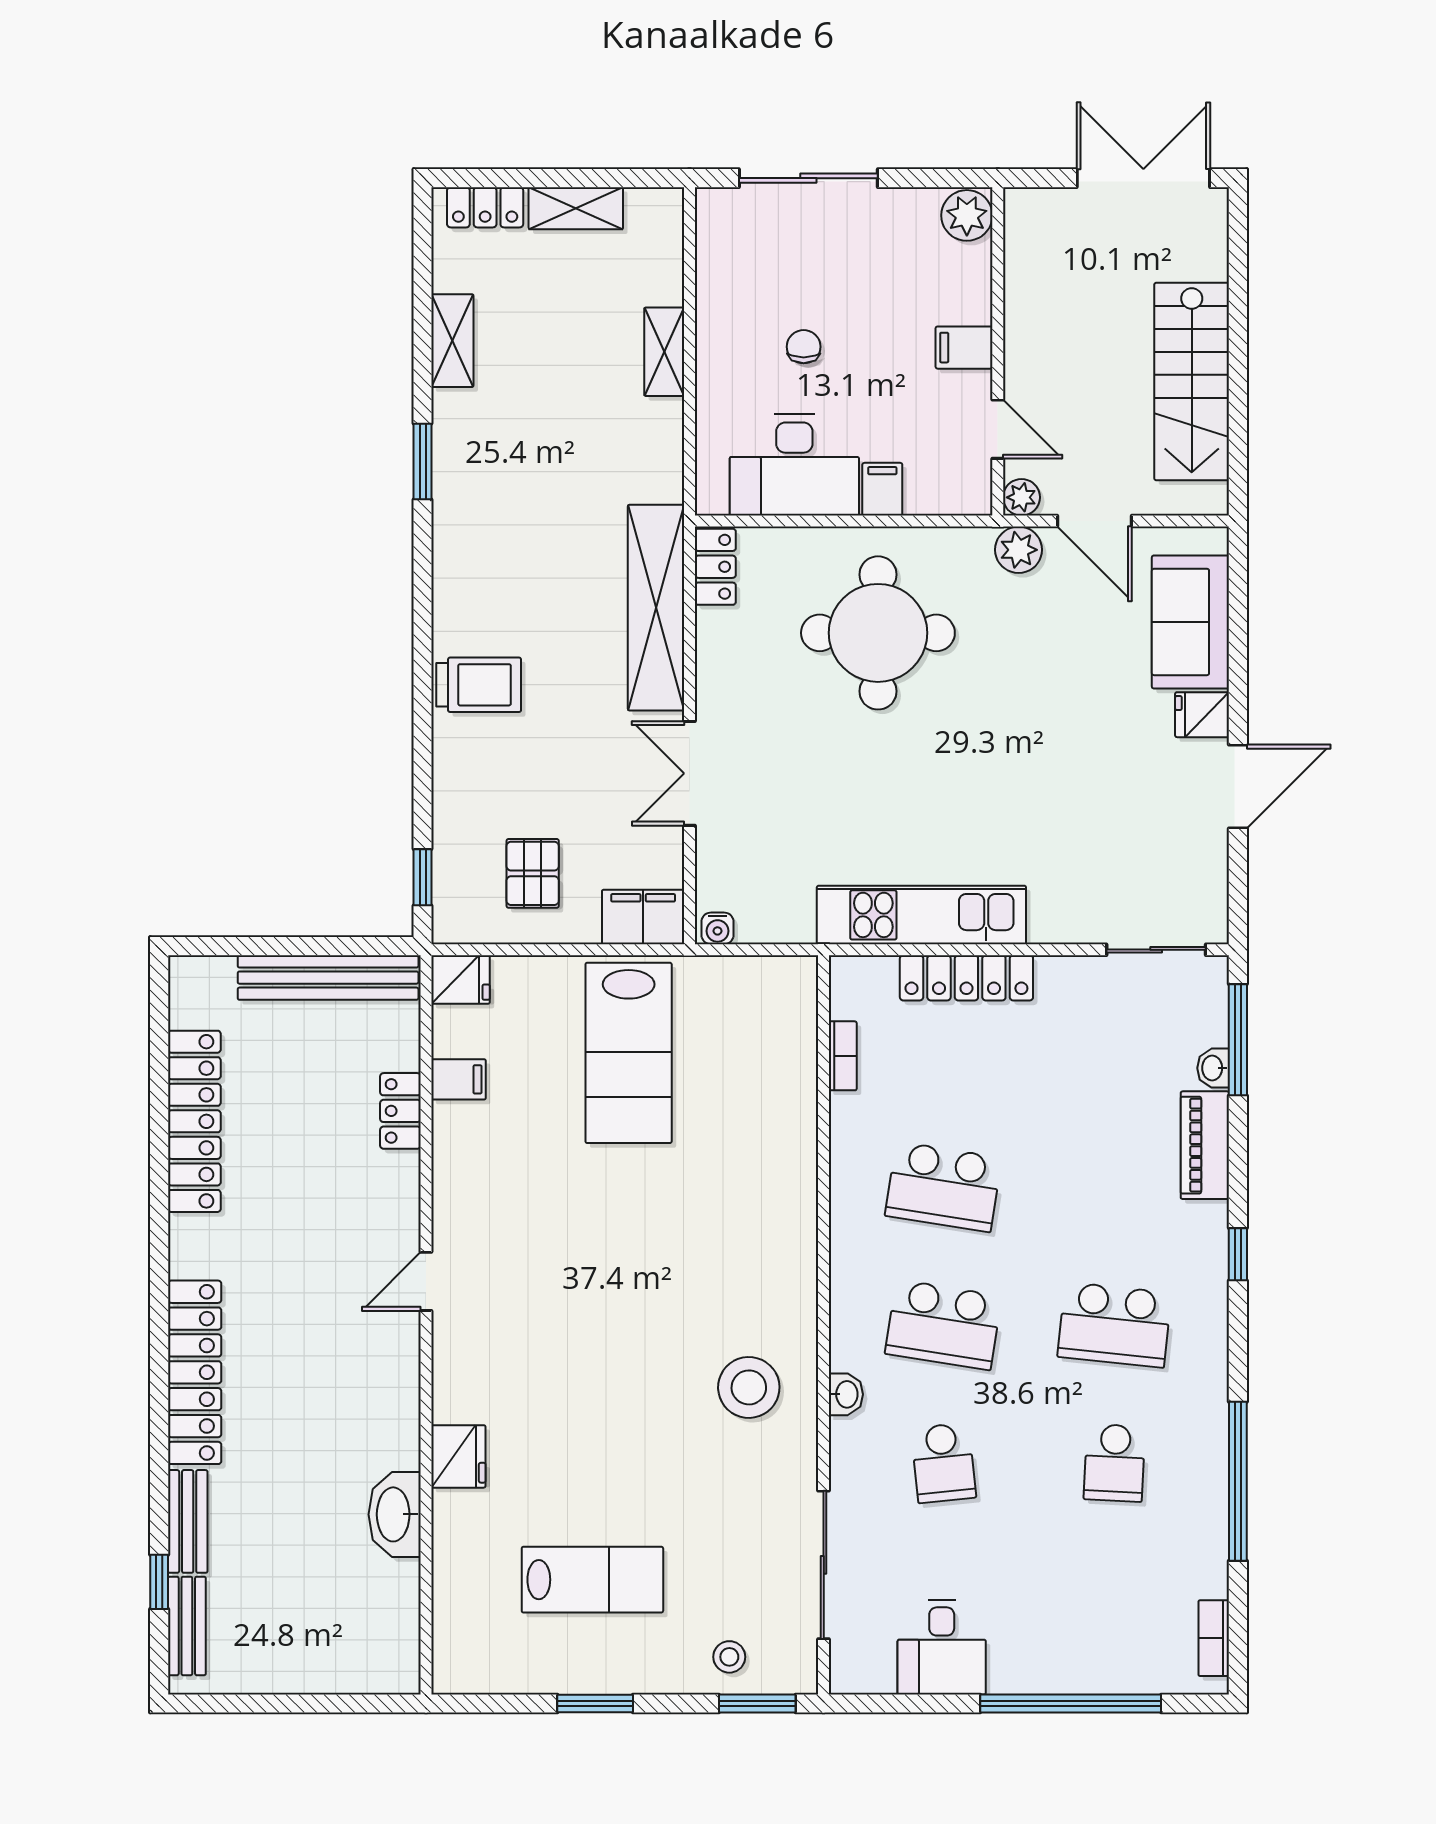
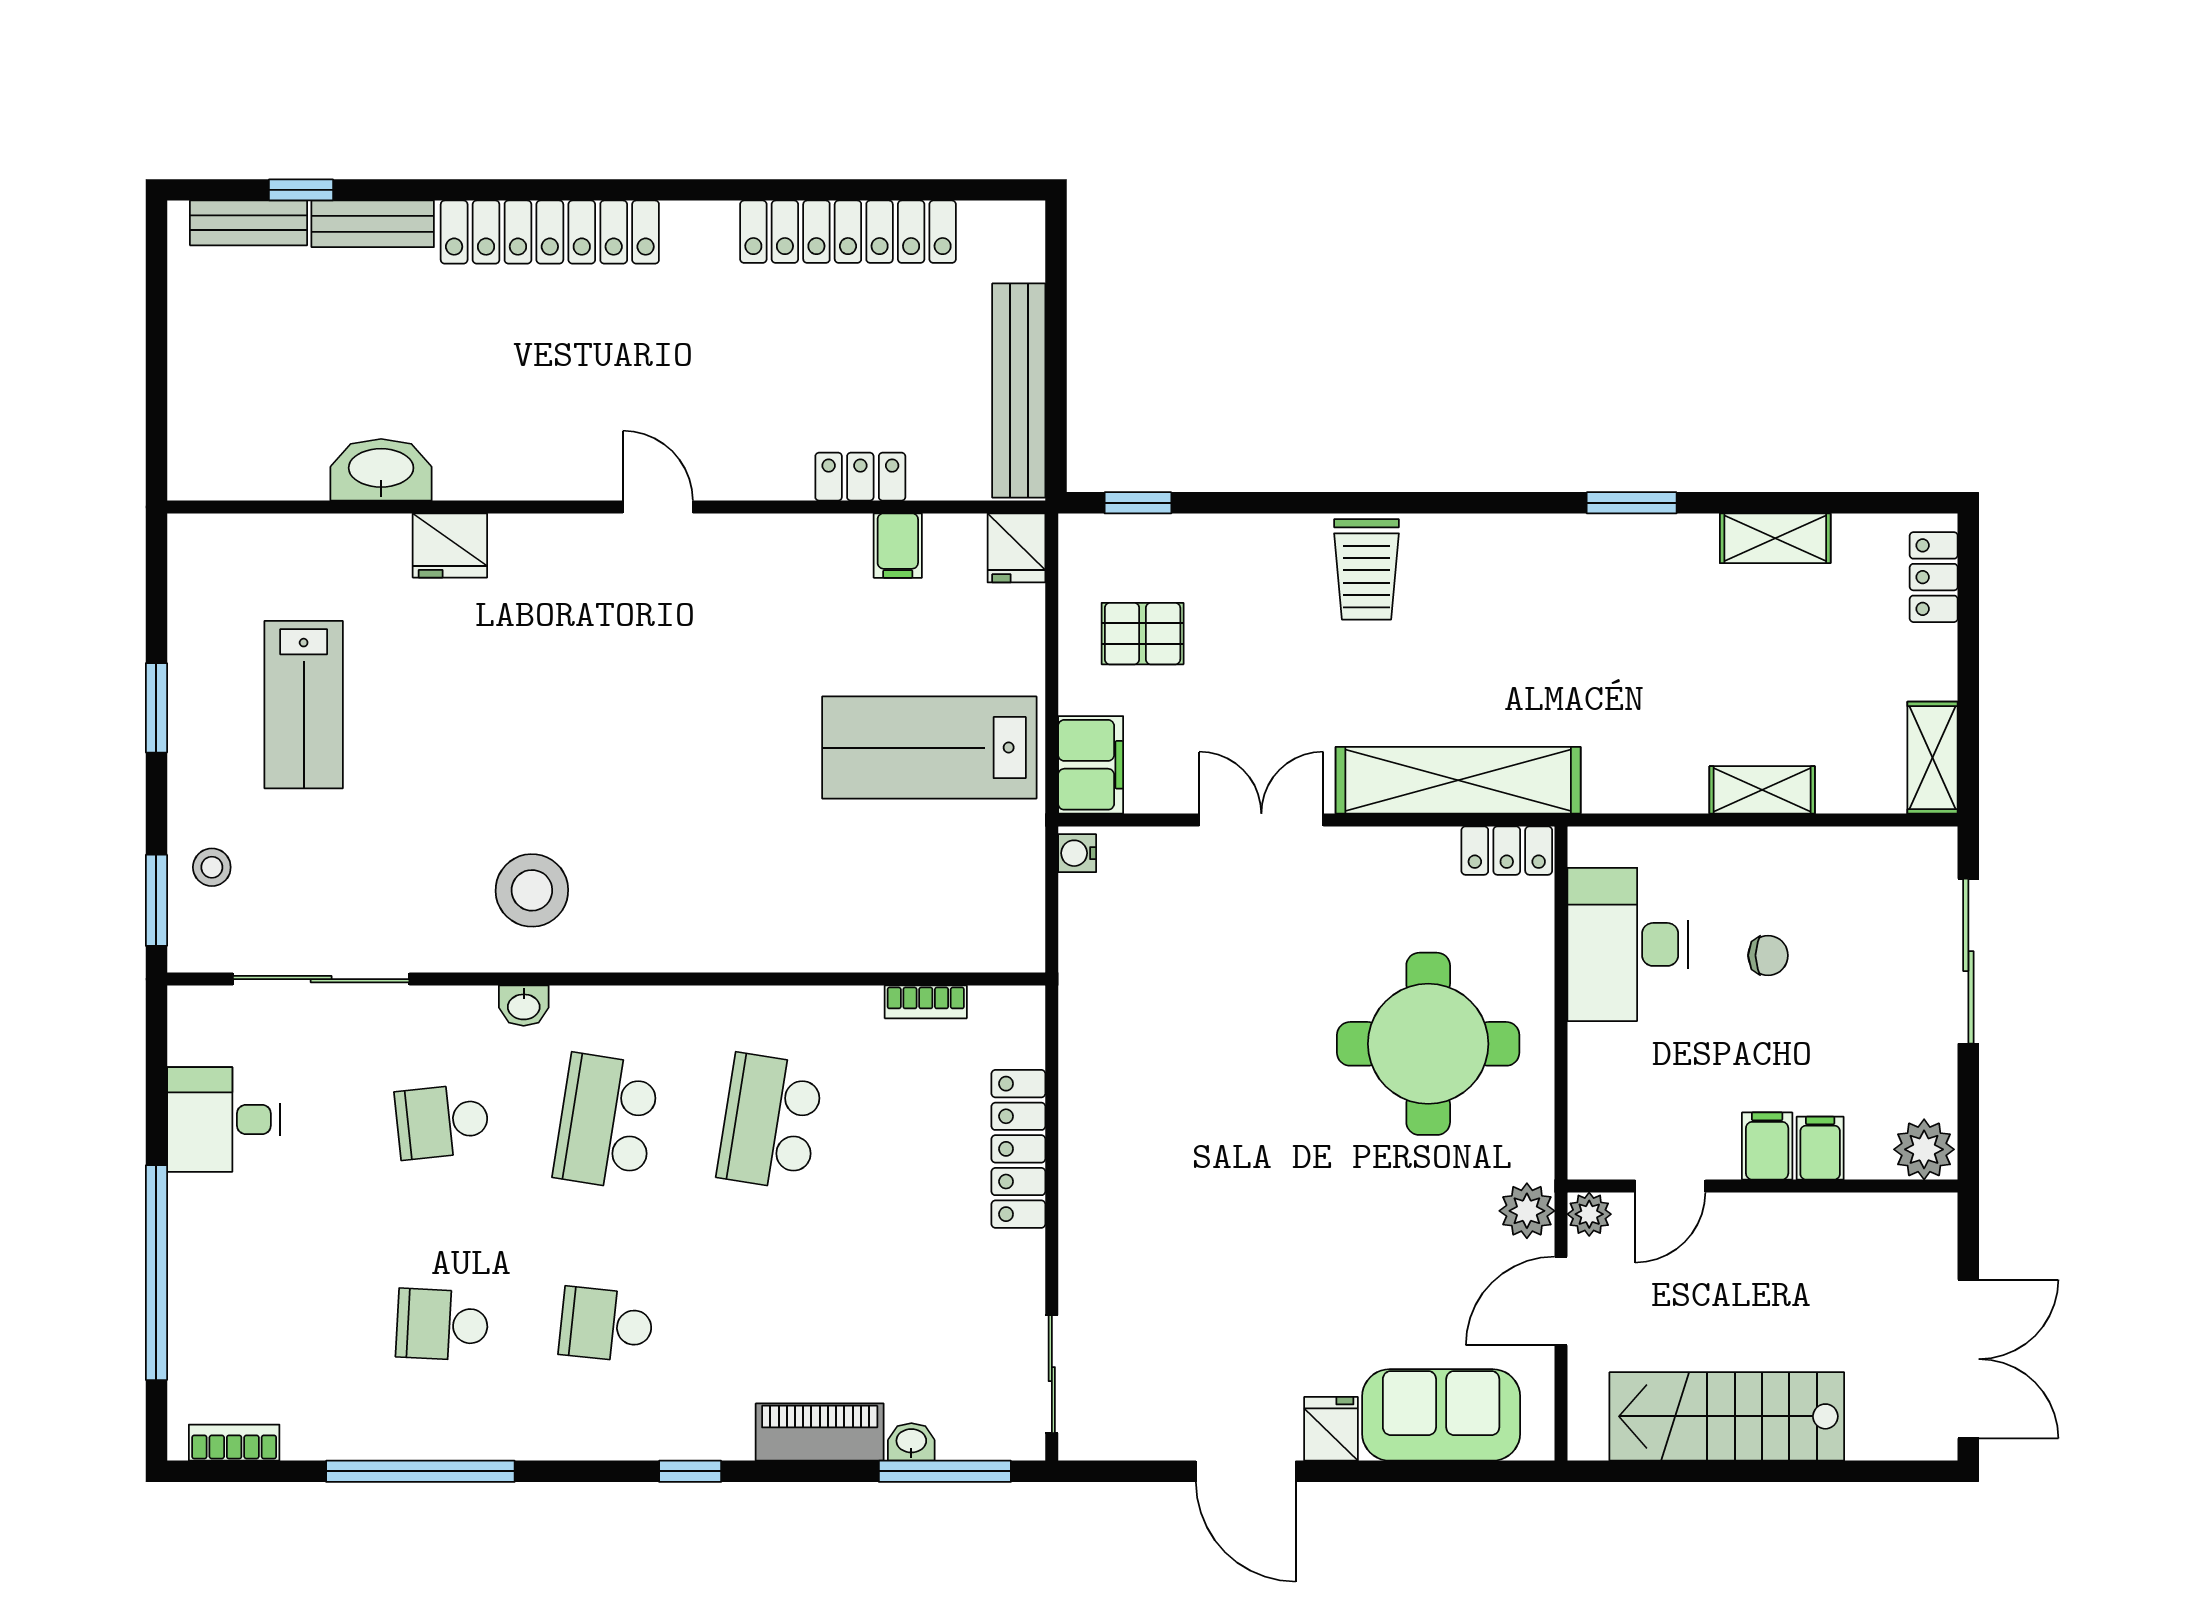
shelving: (576, 208) -> (1933, 758), moved
filing cabinet: (882, 489) -> (1820, 1148), moved, turned -90
kitchen unit: (921, 915) -> (1093, 1095), removed
school desk: (1114, 1325) -> (606, 1325), width x0.54

